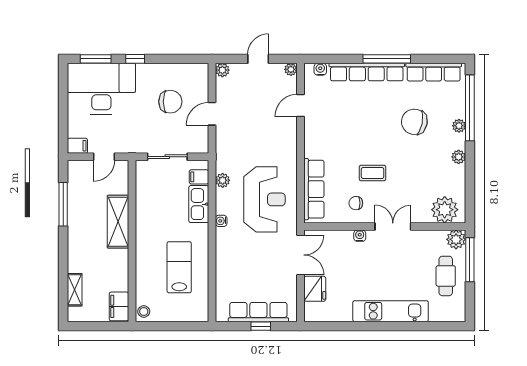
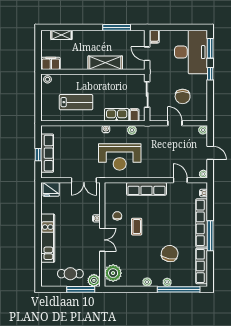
row of seats: (314, 189) -> (146, 189), moved
fridge: (315, 289) -> (51, 189), moved

